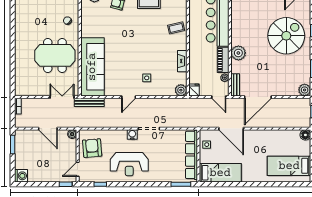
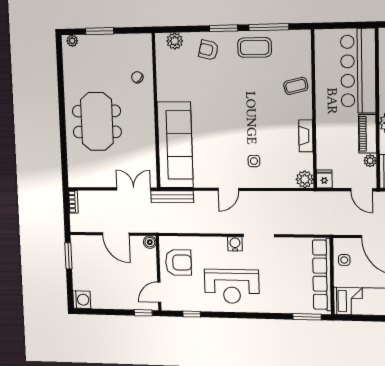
meeting table: (55, 55) -> (97, 122), moved, turned 90
armchair: (92, 148) -> (178, 262), turned 95

